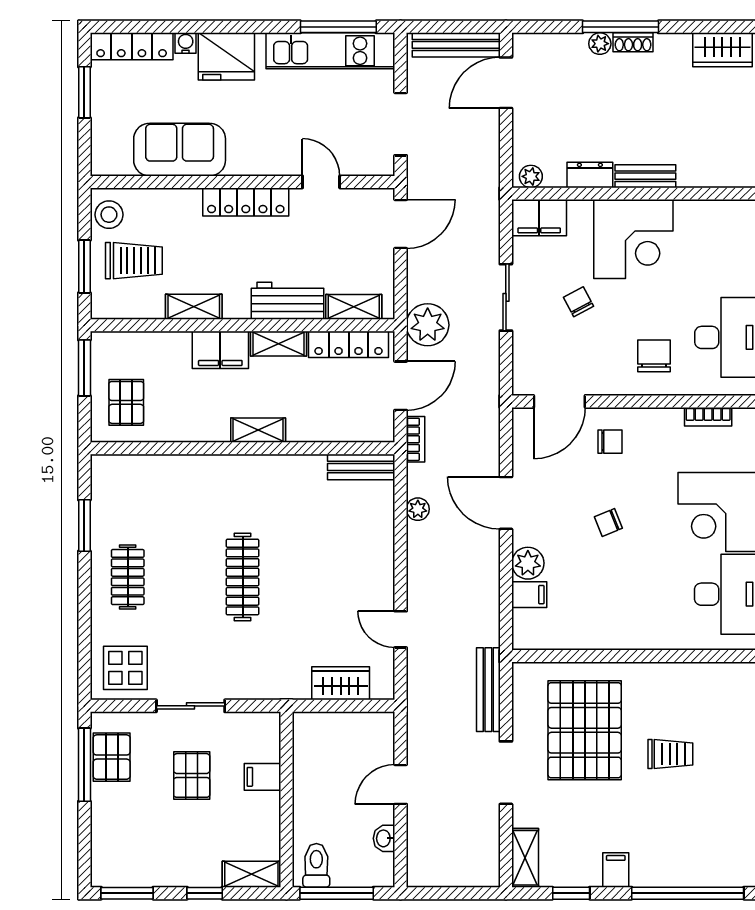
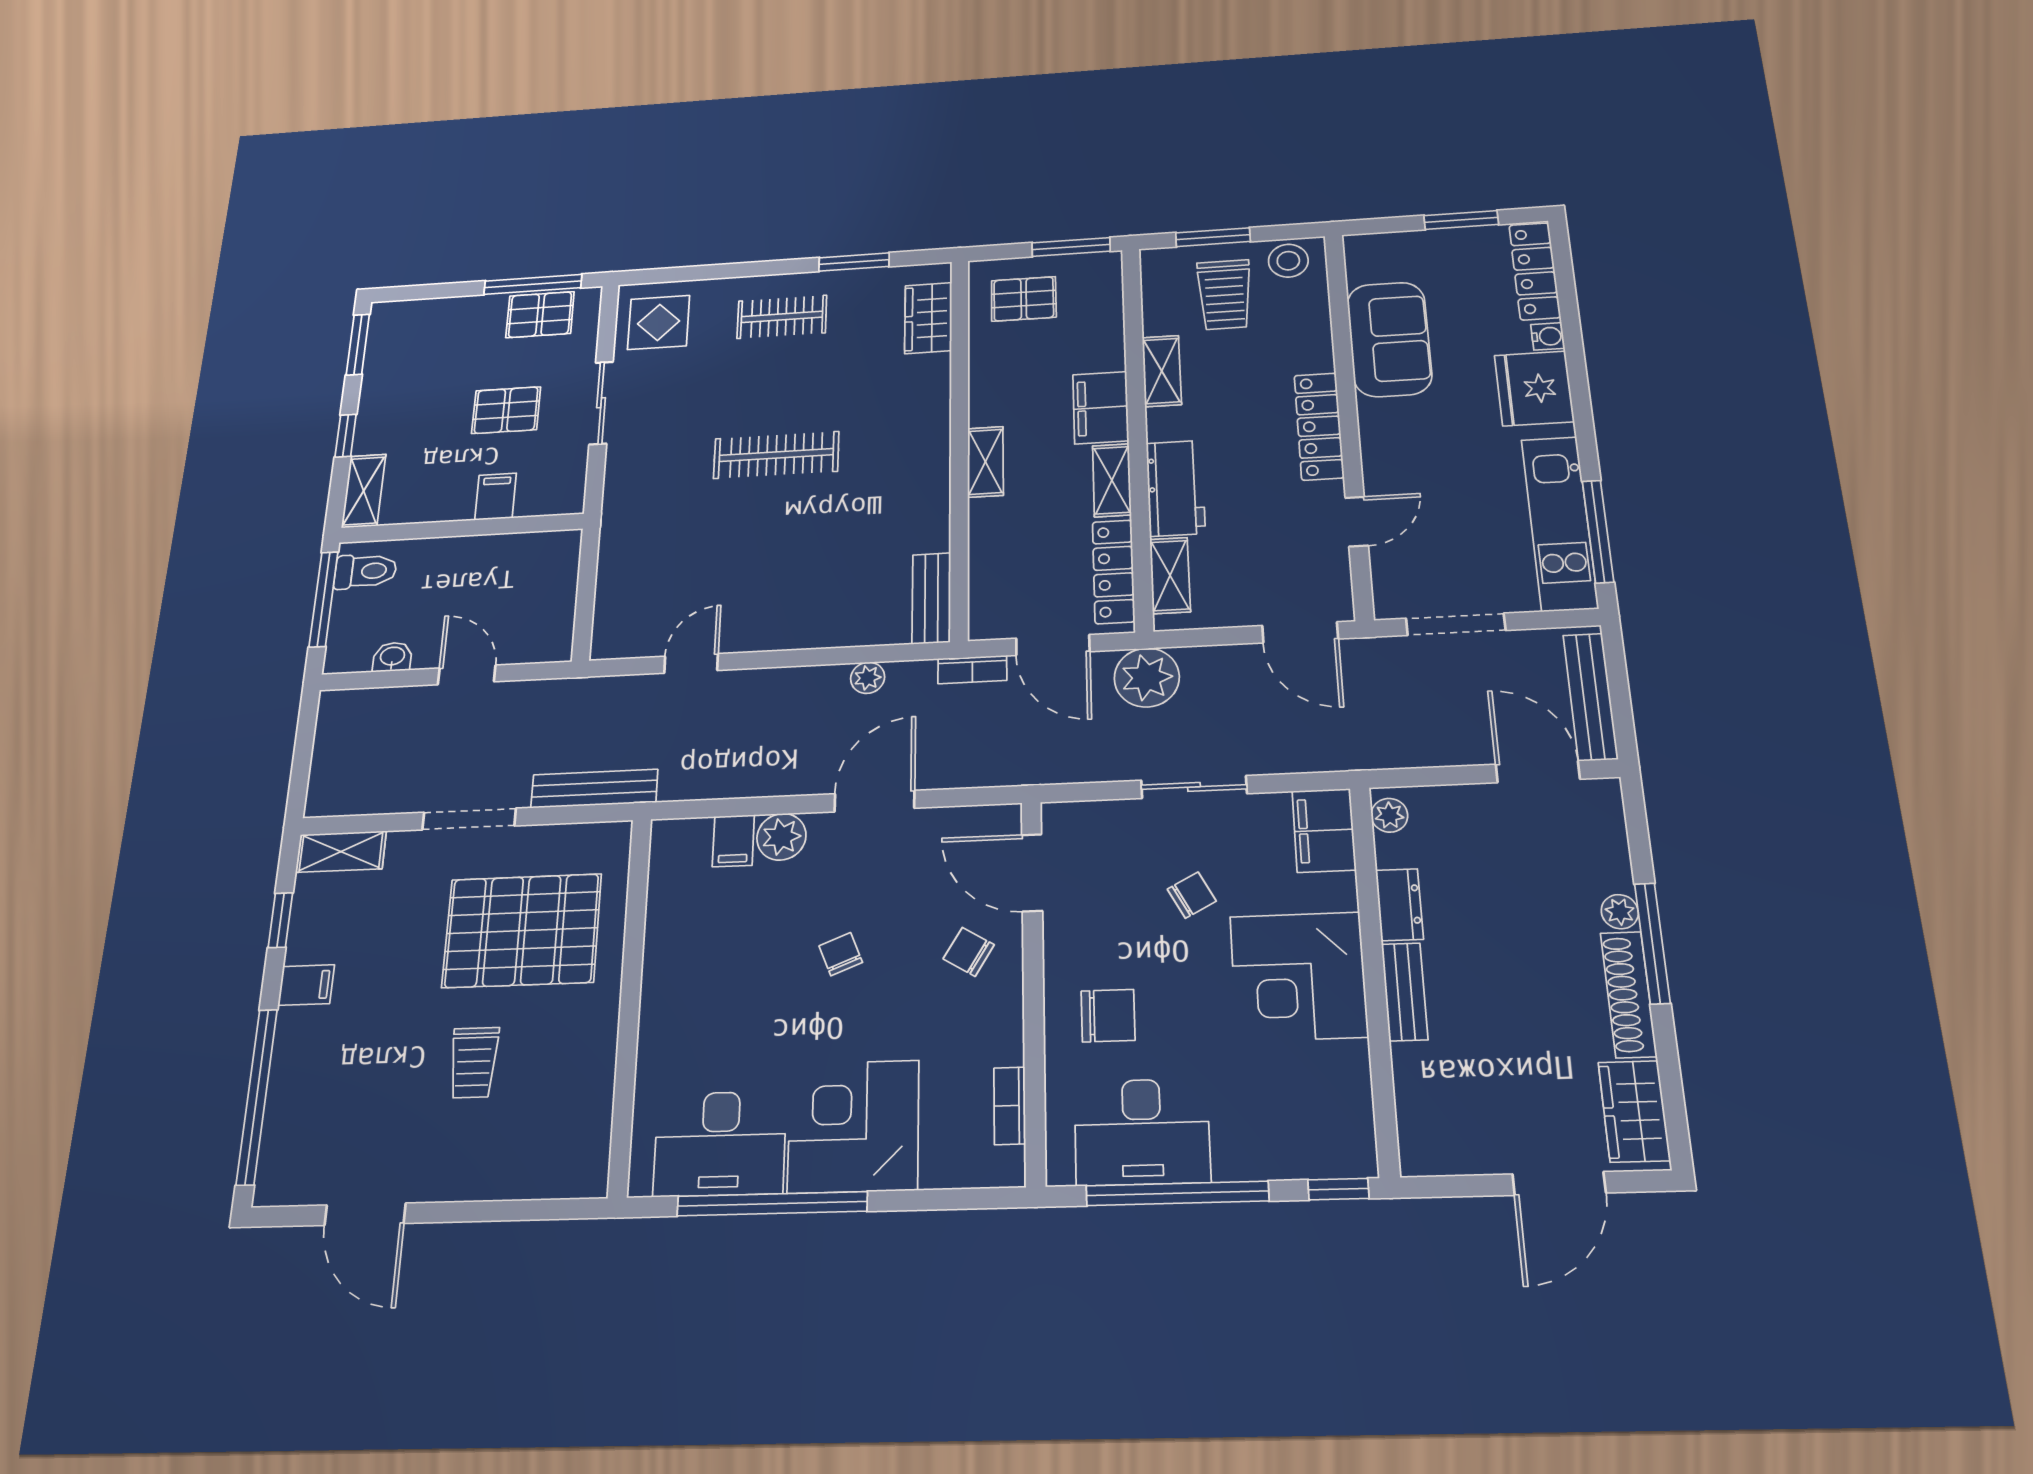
shoe rack: (633, 42) -> (1628, 994), width x1.94, depth x1.24
chair: (610, 442) -> (969, 952), turned 121
wardrobe: (341, 683) -> (928, 318), moved, turned 180

